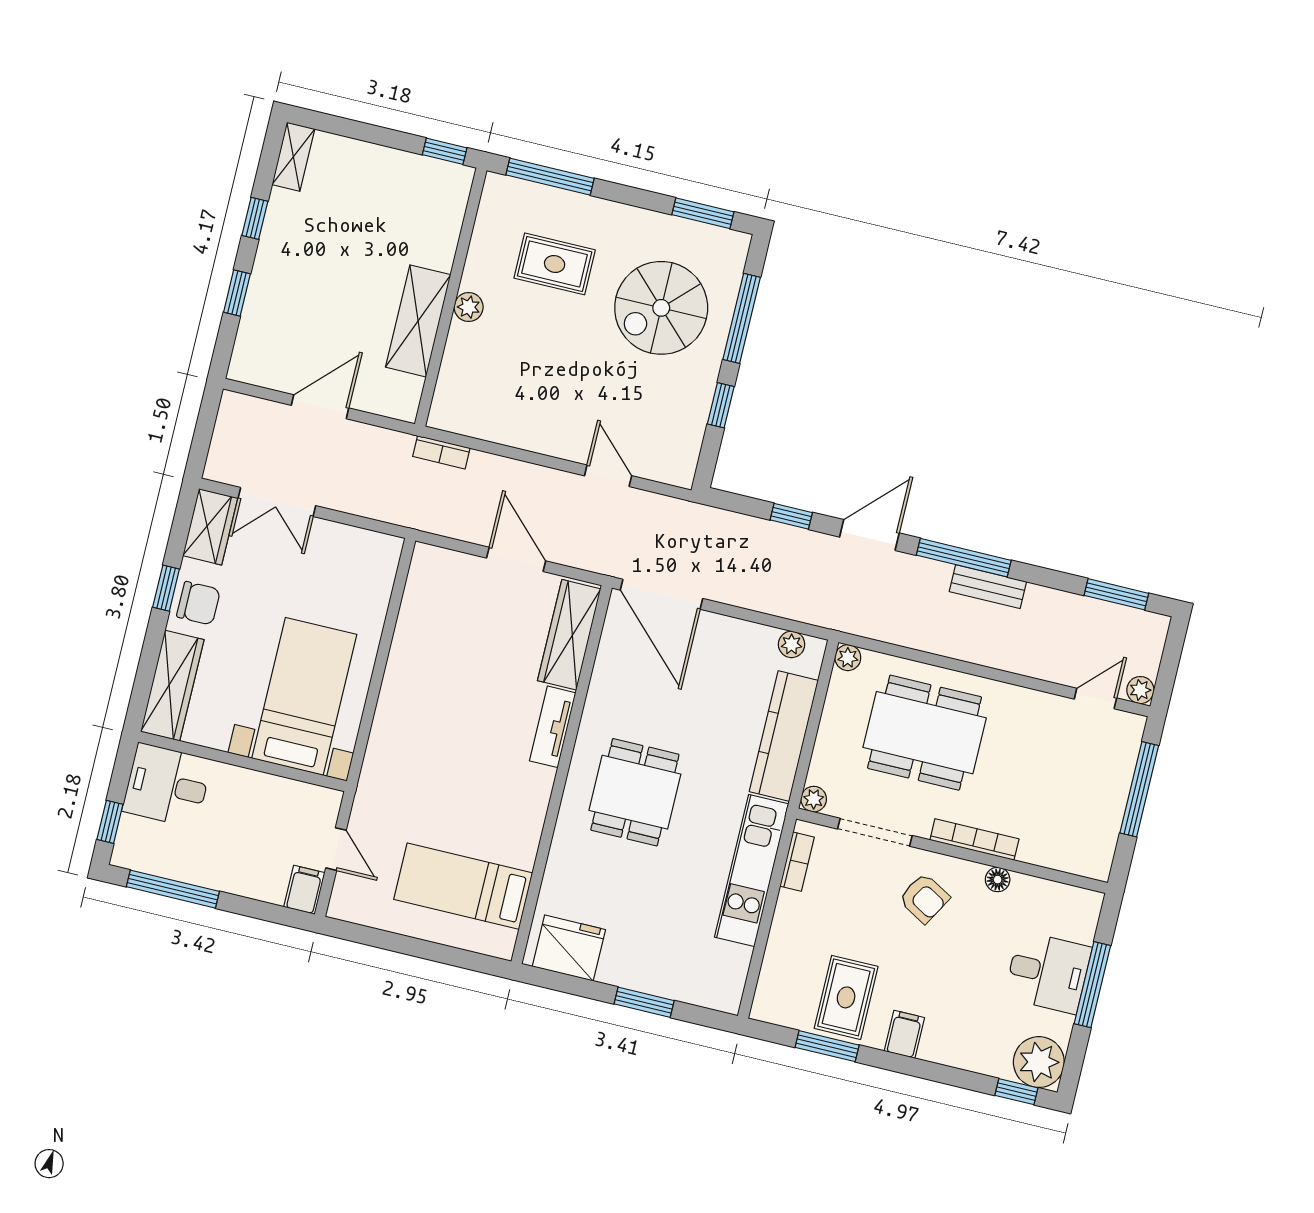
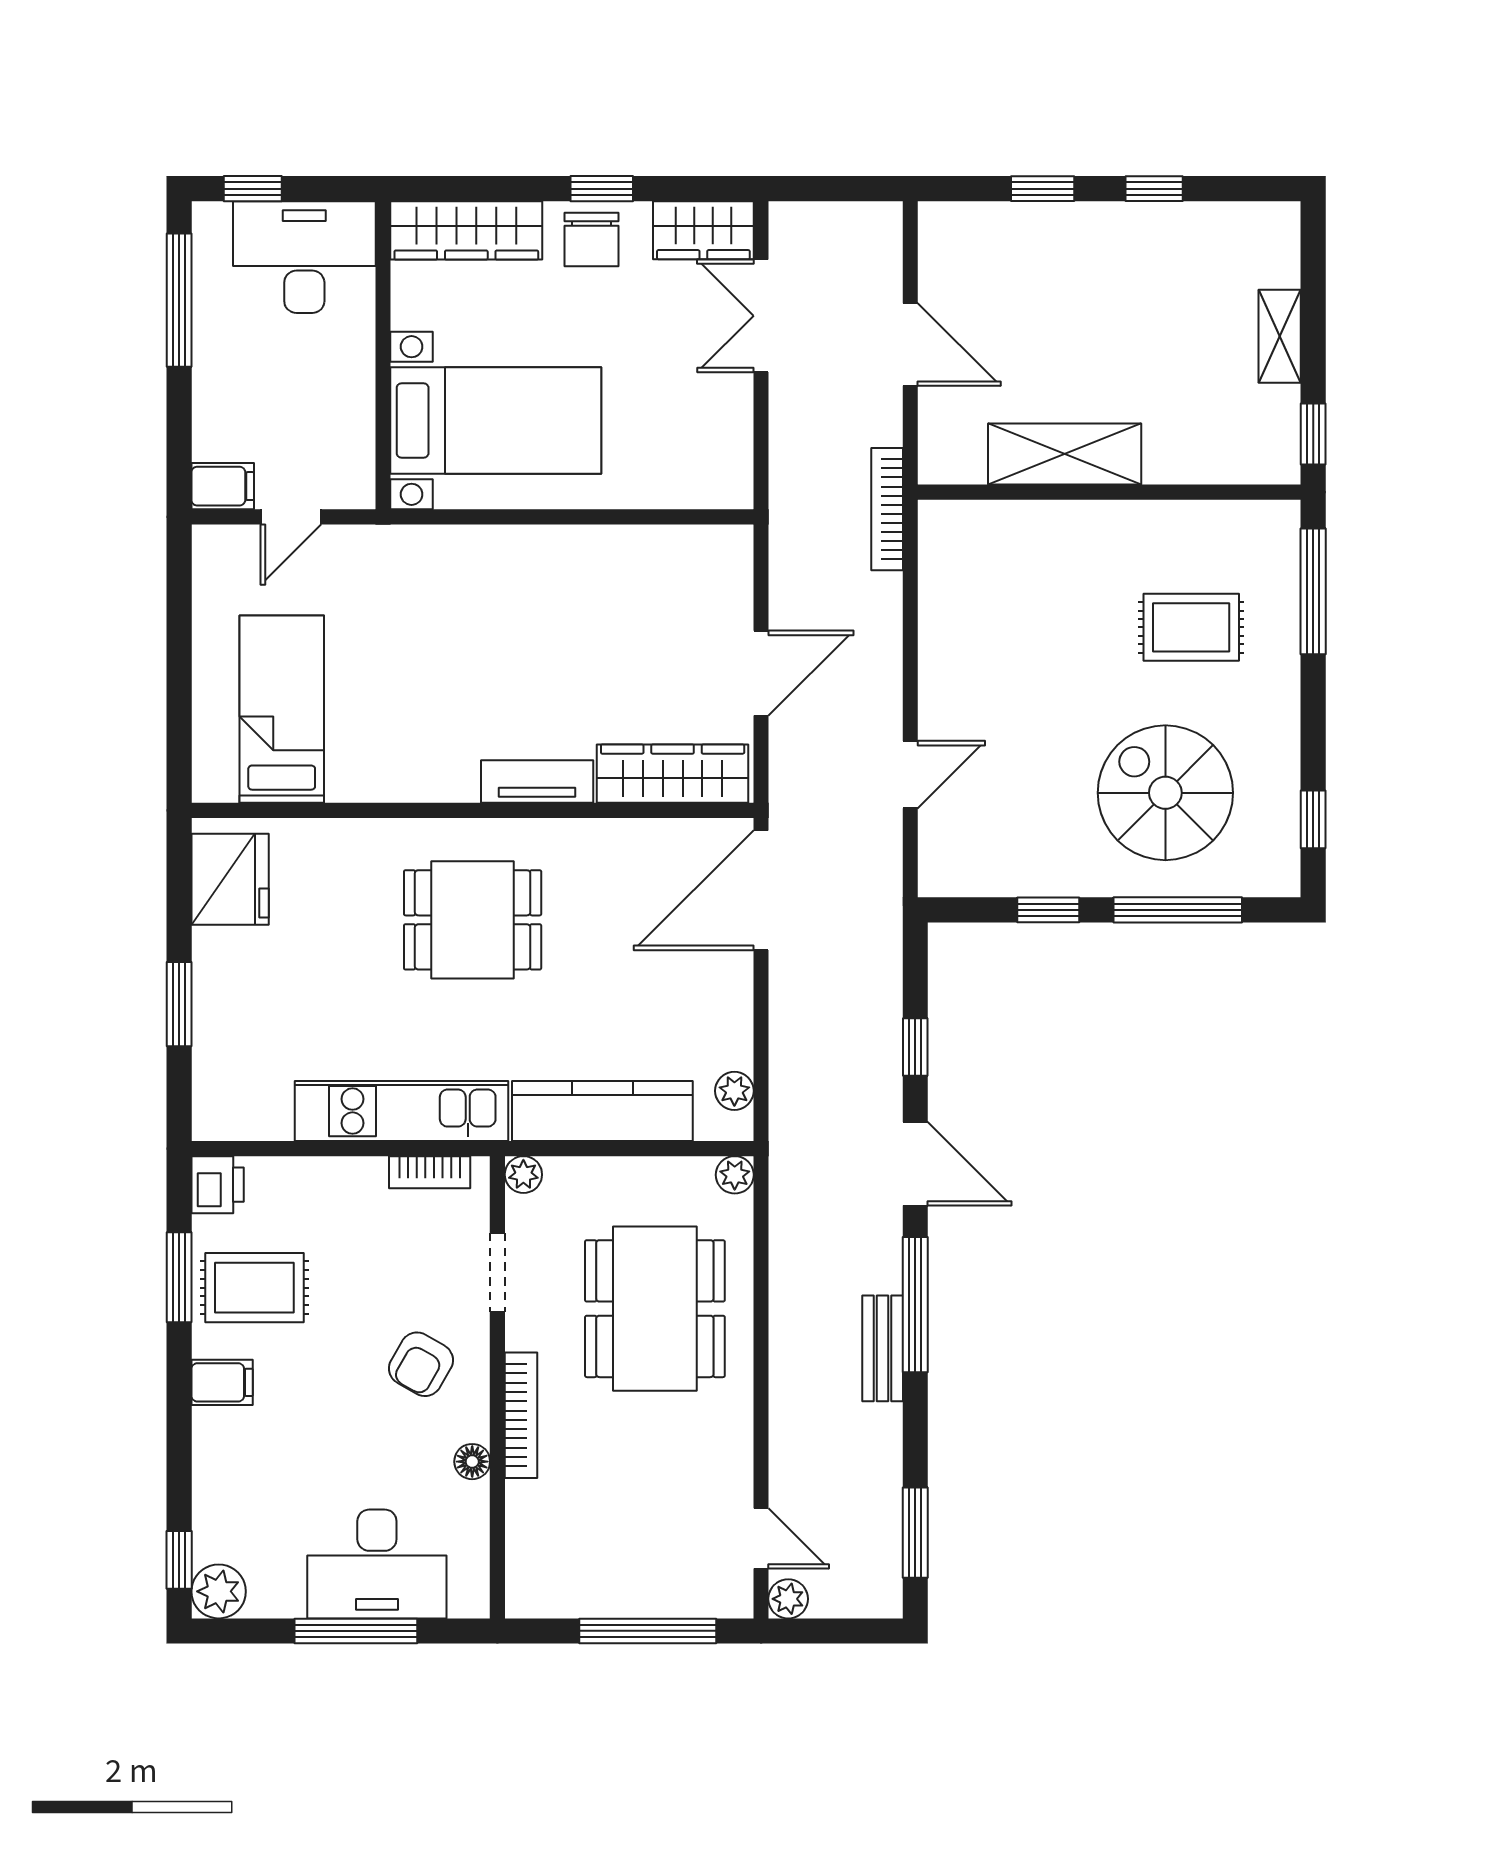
shelving: (293, 157) -> (1280, 336), moved, turned 90
window: (703, 213) -> (1313, 819), width x0.67
rug: (555, 264) -> (1191, 627), turned 90
plant: (469, 307) -> (1101, 521), removed
bookcase: (441, 452) -> (887, 509), width x1.56
desk: (167, 785) -> (304, 257), width x1.37
doorway: (875, 832) -> (497, 1272), width x0.73
desk: (1048, 972) -> (377, 1564), width x1.37
printer: (771, 1006) -> (218, 1185), added
plant: (1039, 1062) -> (219, 1591), width x0.73, depth x0.73

